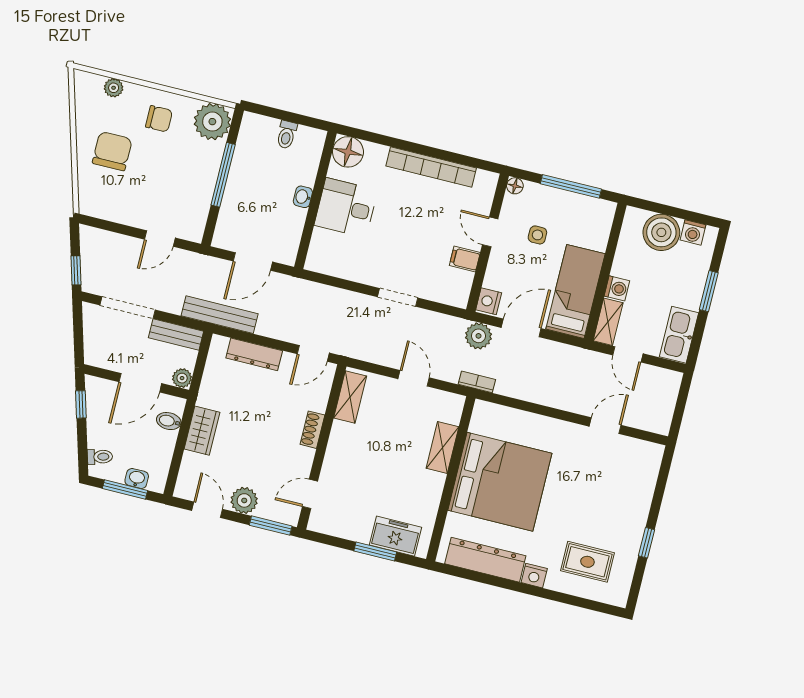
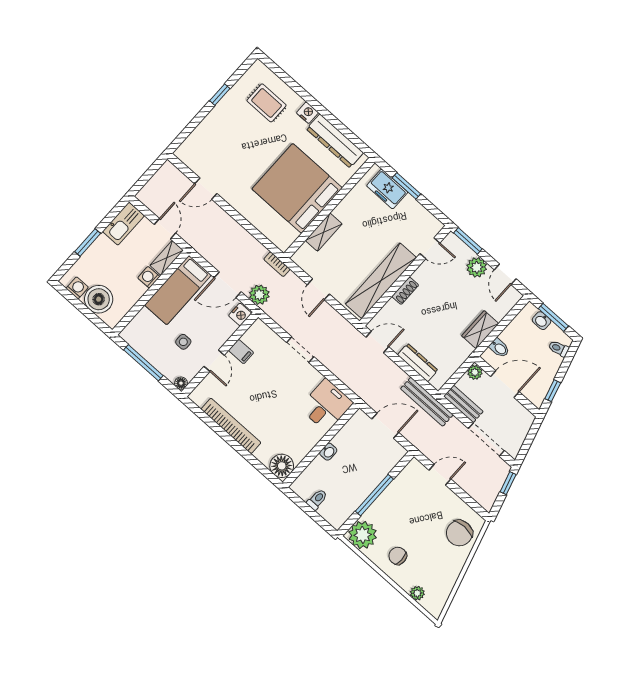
chair: (112, 151) -> (459, 533), moved
desk: (346, 208) -> (326, 405), moved, turned -90
shelving: (350, 397) -> (381, 281), width x2.20, depth x1.33

